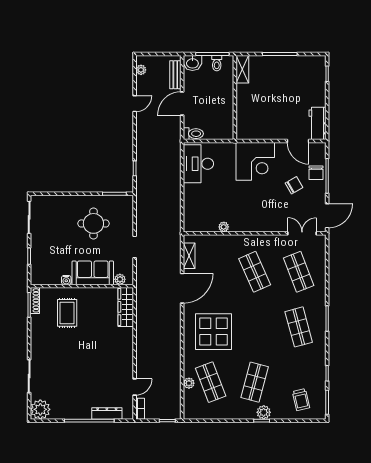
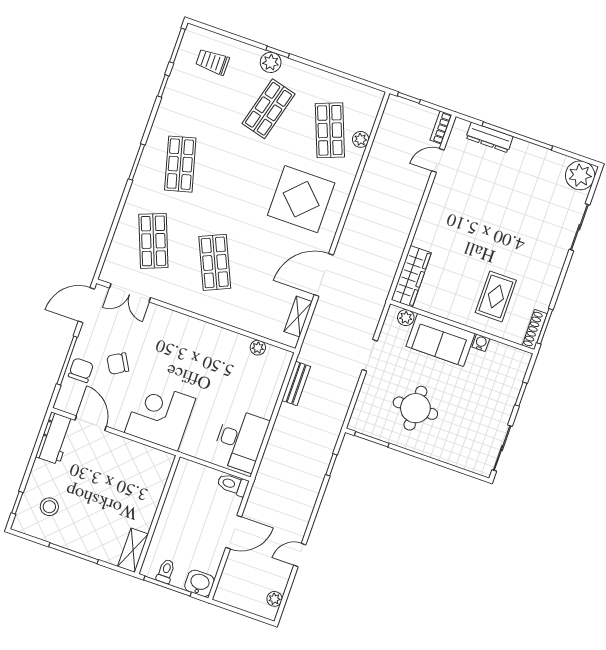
bench: (175, 75) -> (296, 383), moved
stool: (306, 78) -> (49, 507), added
plant: (224, 227) -> (258, 348), moved
trolley: (301, 400) -> (212, 62), turned -77

